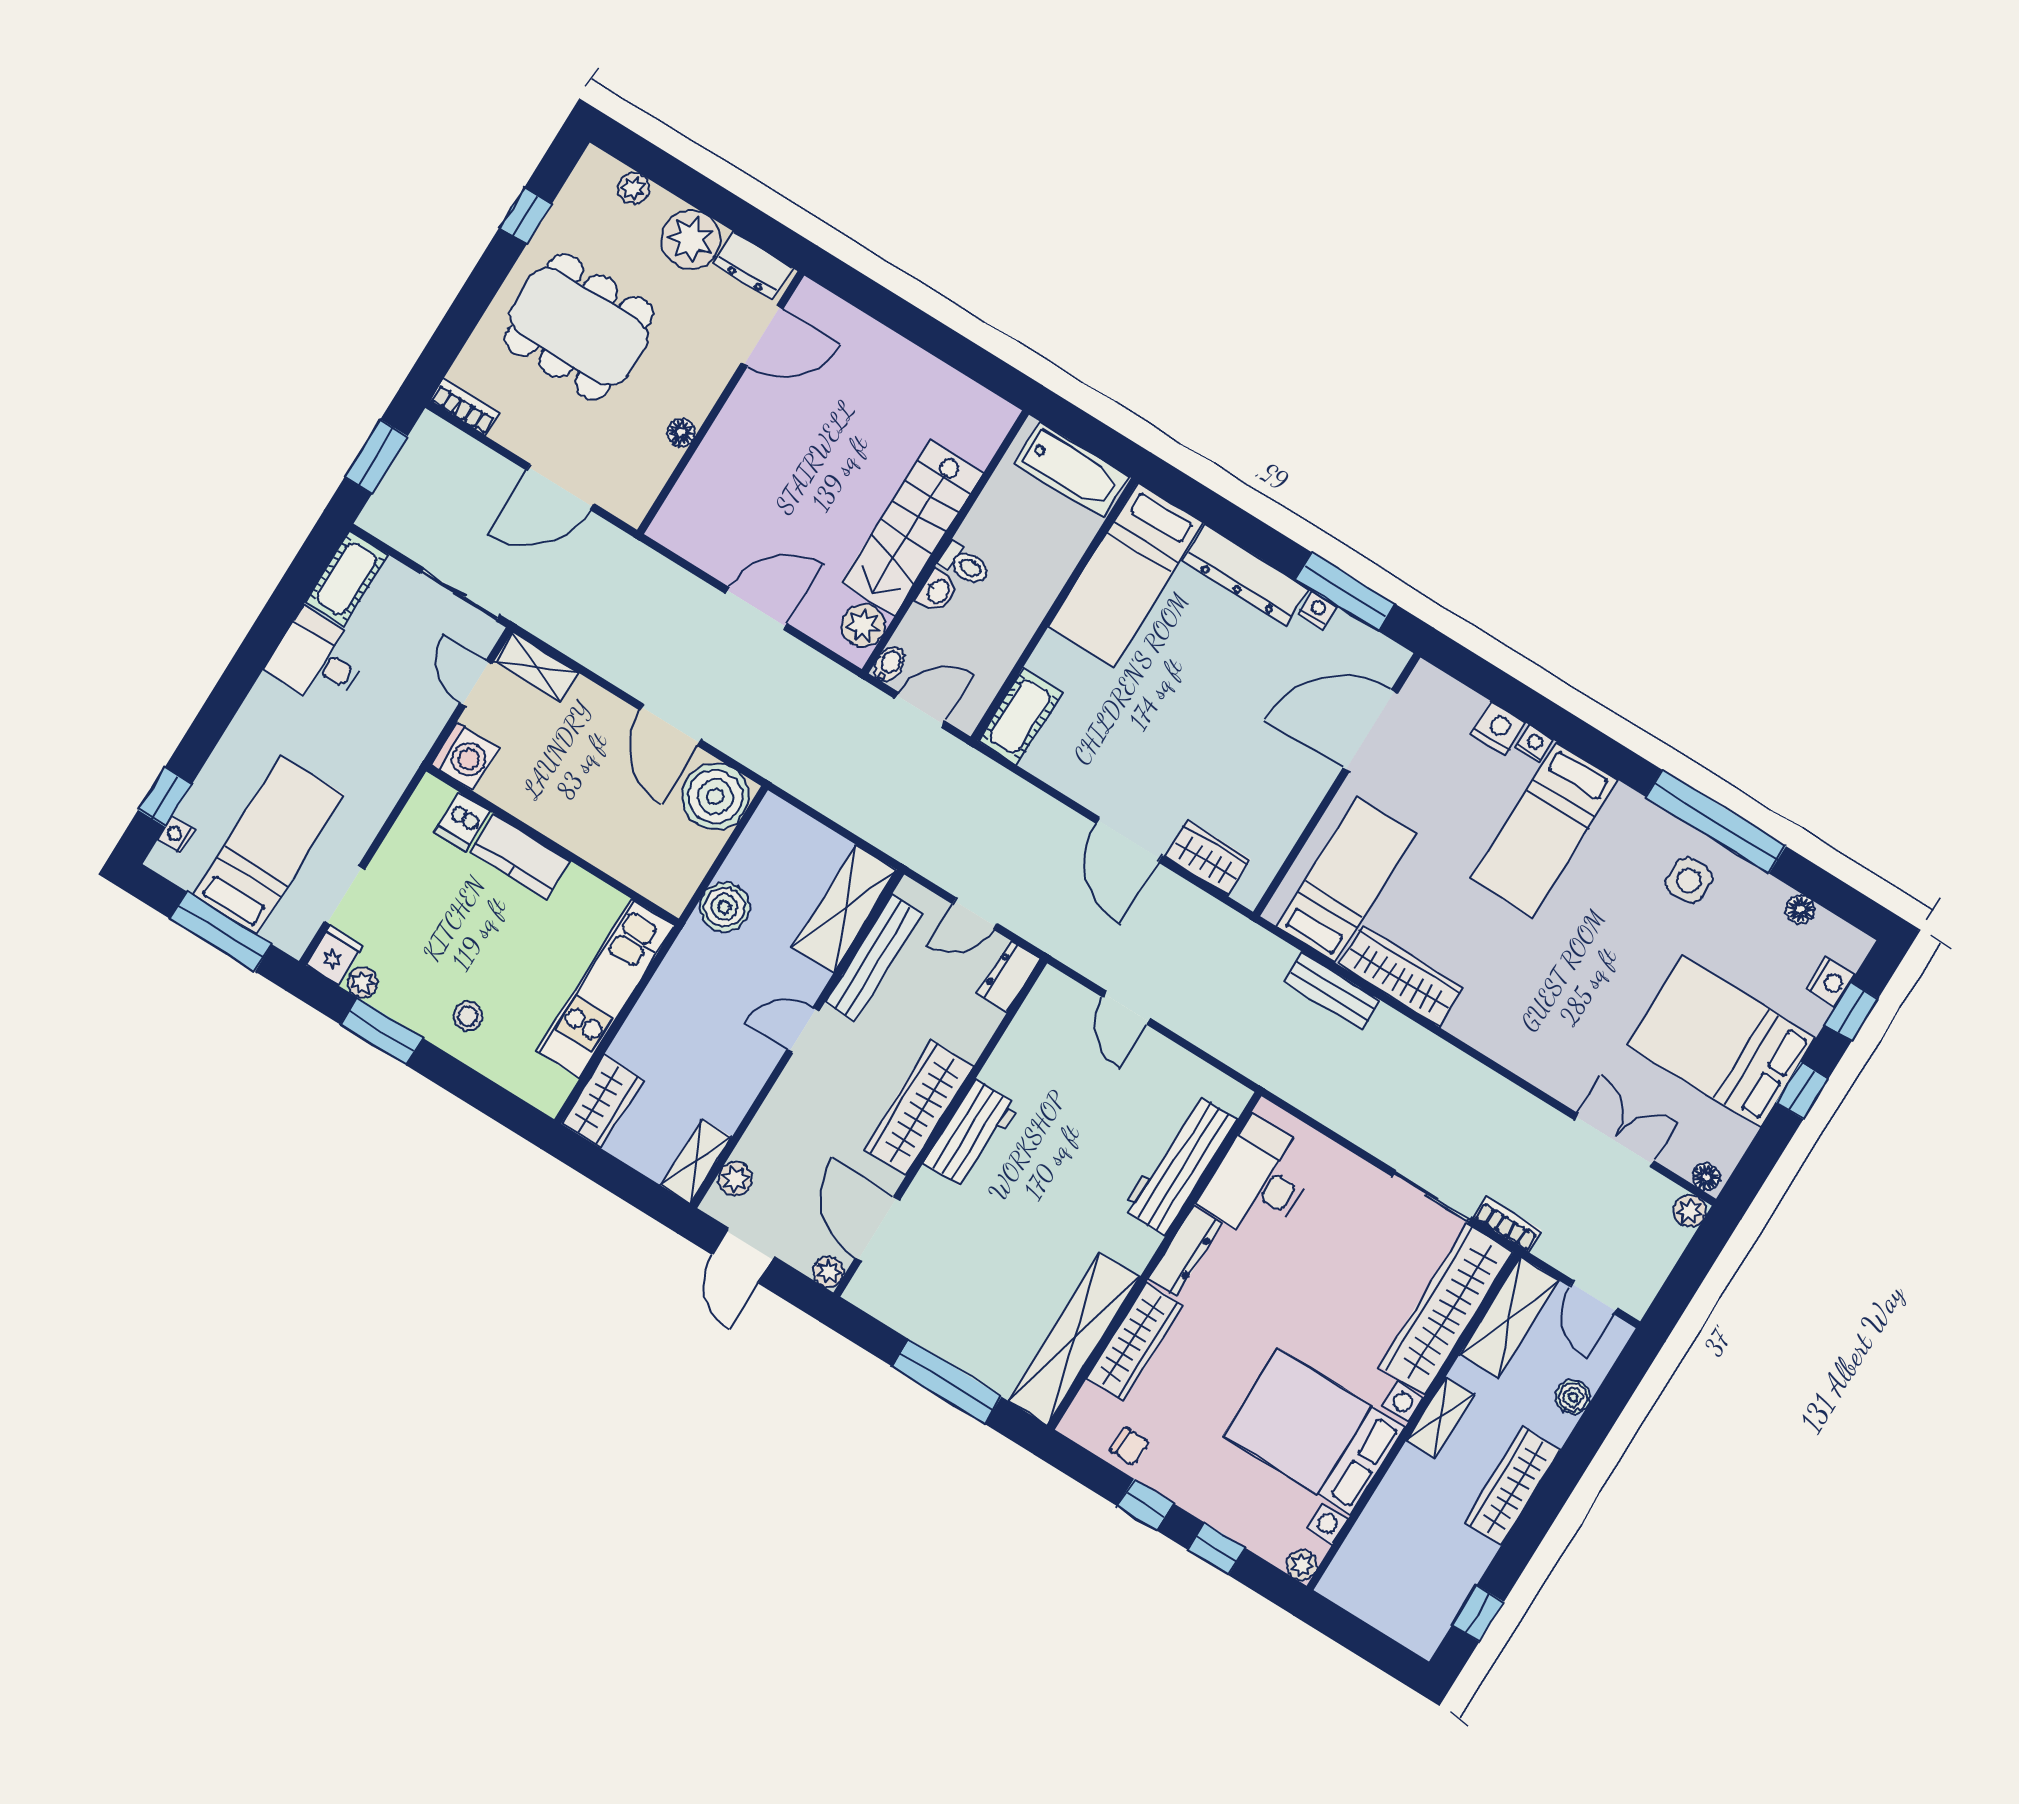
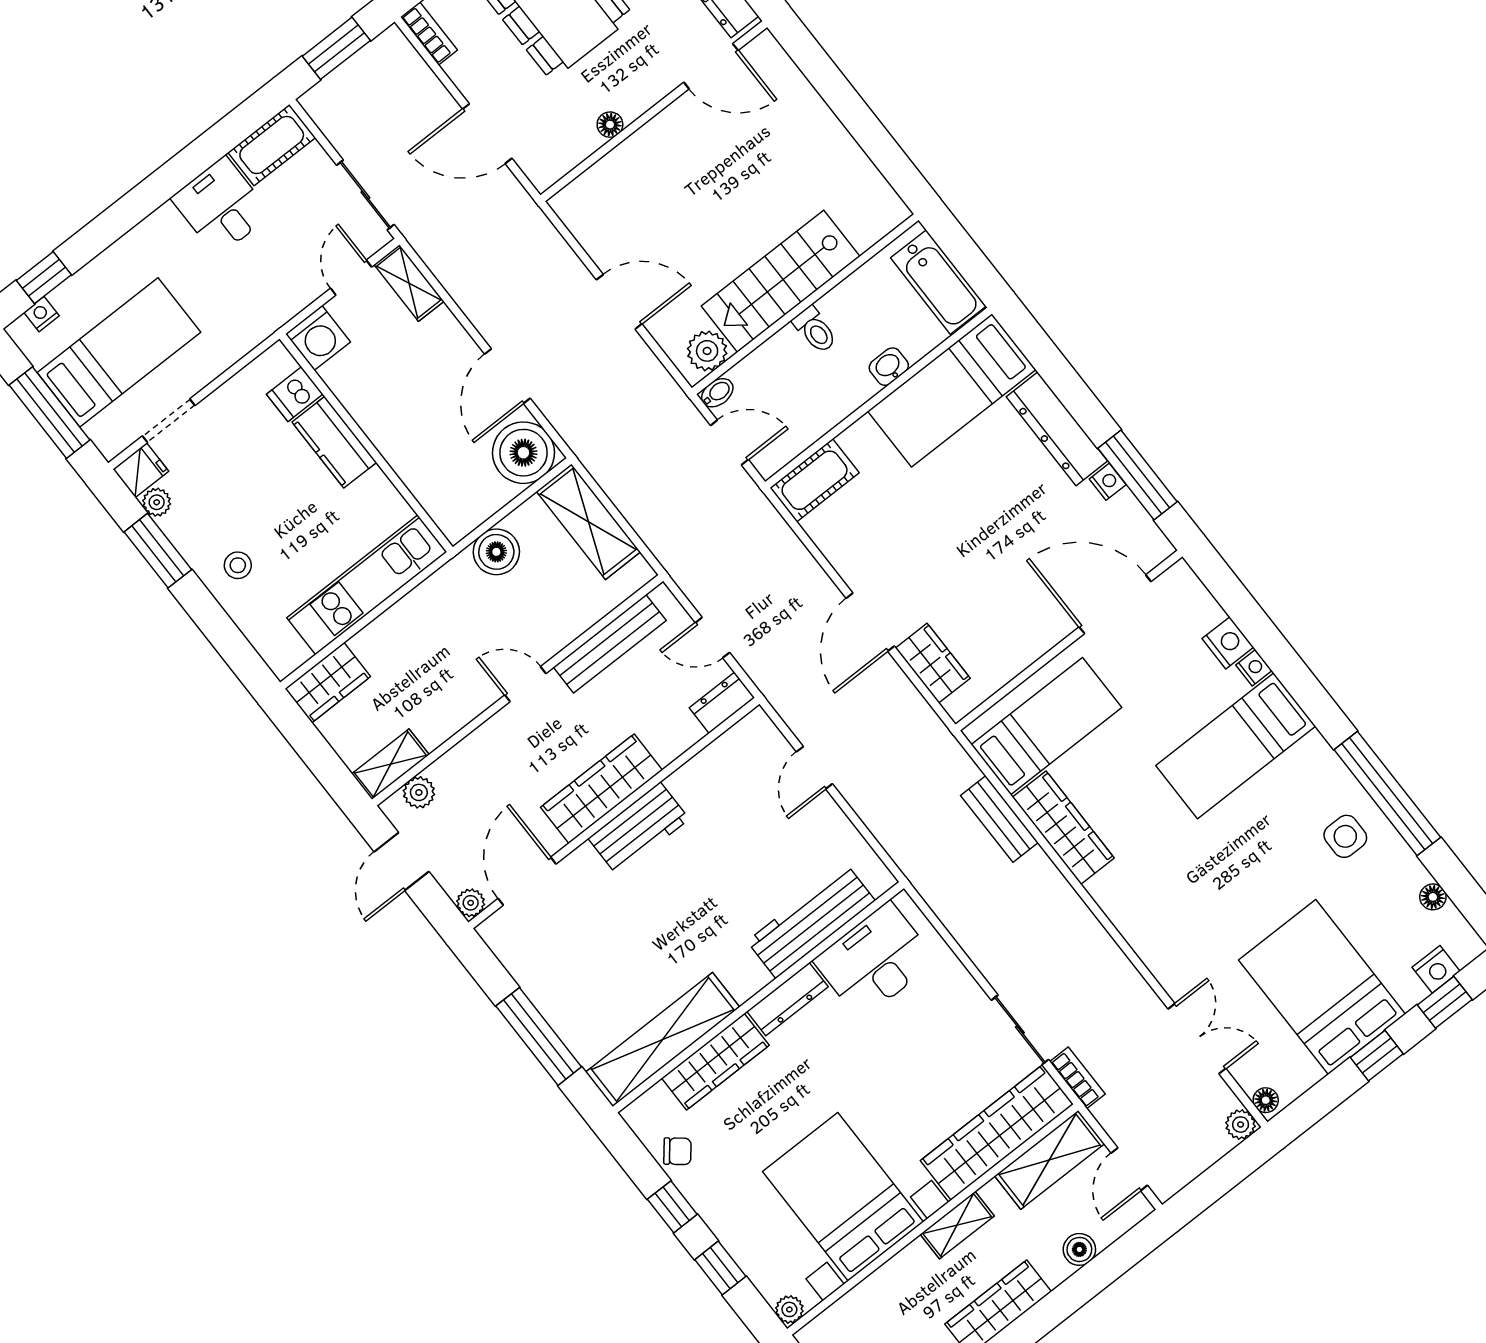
washbasin: (938, 591) -> (889, 367), moved, turned 180
shelving: (845, 909) -> (588, 522), moved, turned 90
chair: (1130, 1446) -> (677, 1151), turned -54

